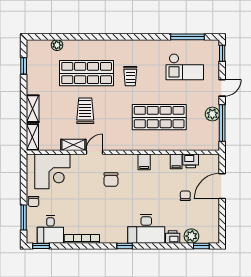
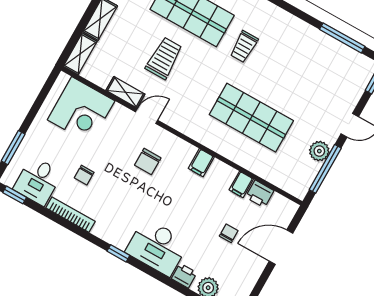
checkout: (185, 67) -> (318, 73), removed
chair: (34, 201) -> (84, 175), moved

